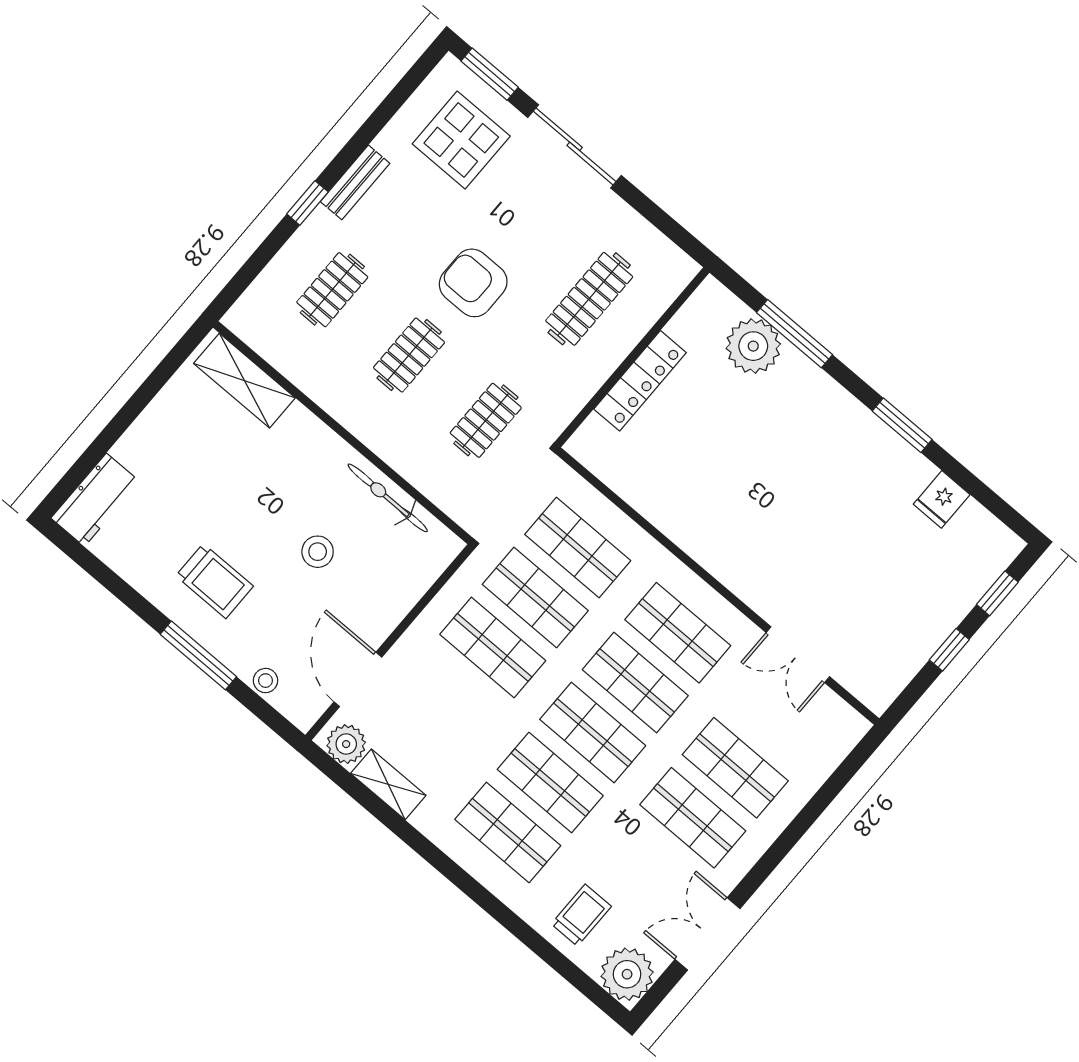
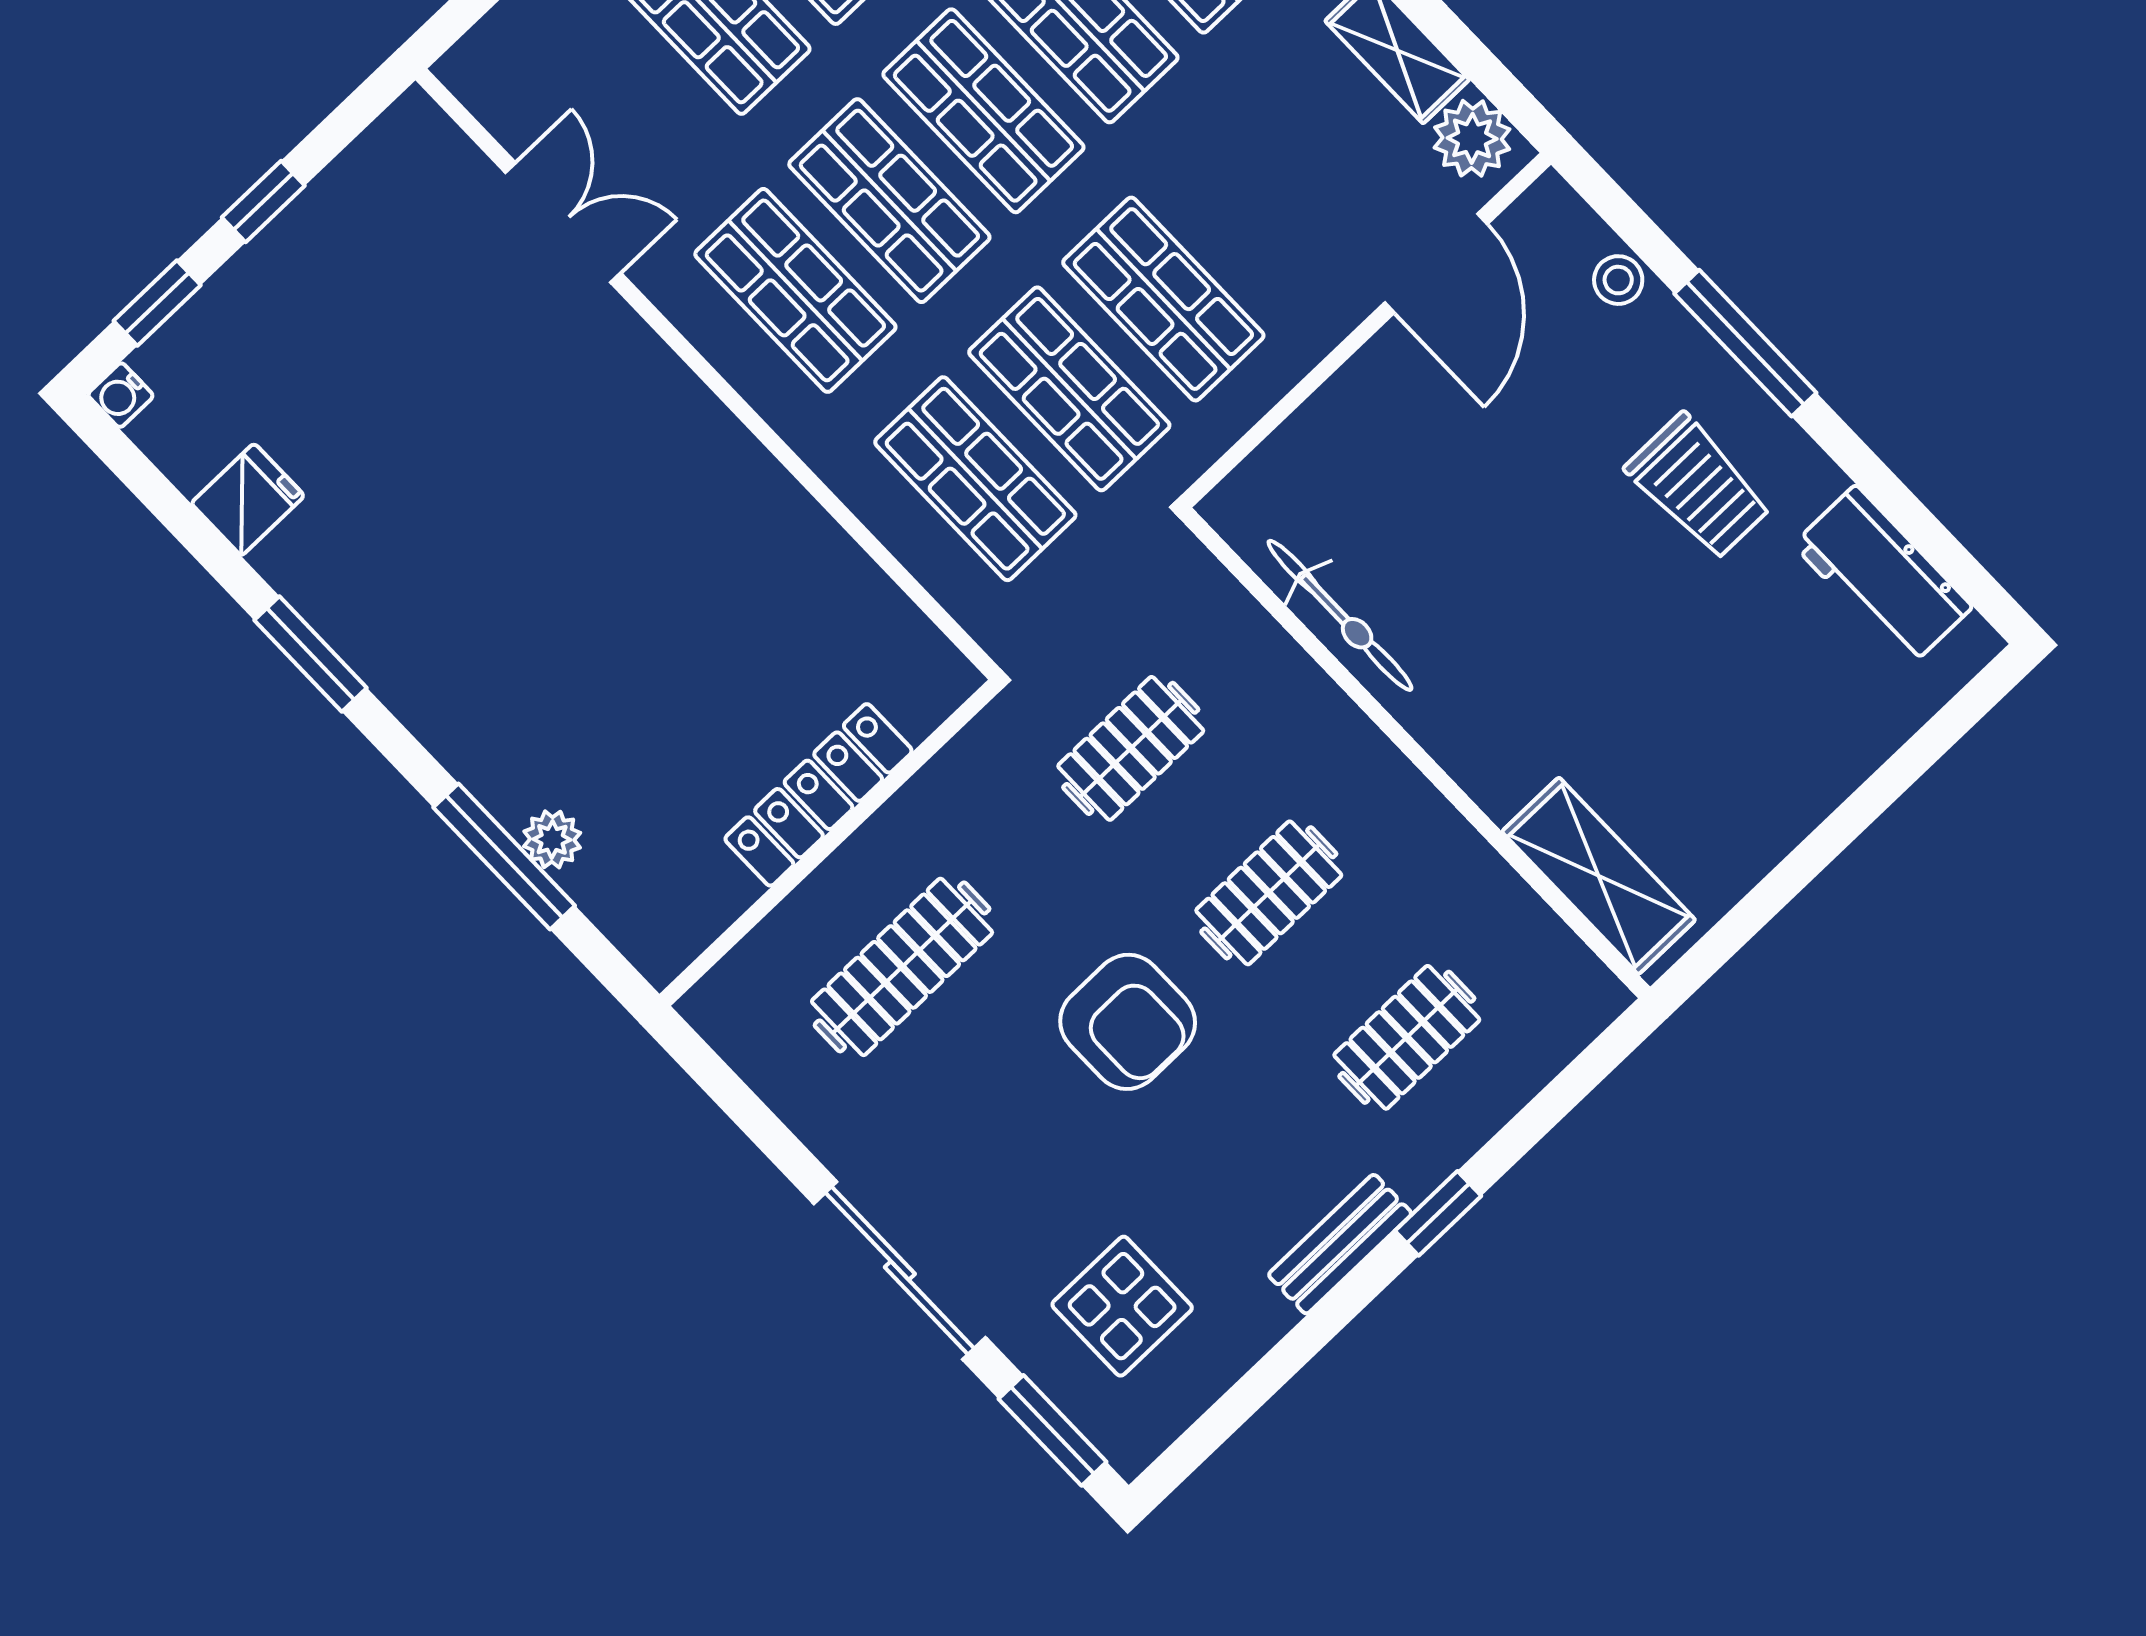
display table: (461, 140) -> (1122, 1306), width x0.73, depth x0.73
plant: (753, 346) -> (552, 839), width x0.53, depth x0.53
workbench: (95, 500) -> (1883, 576), moved, turned -90
water cooler: (1011, 545) -> (121, 395), added
stool: (318, 552) -> (1489, 524), removed
trolley: (215, 581) -> (1698, 487), turned 180

